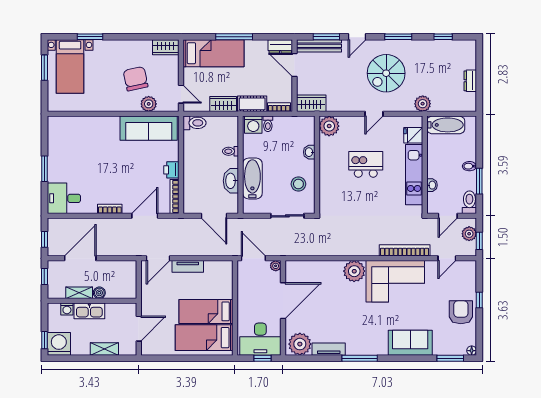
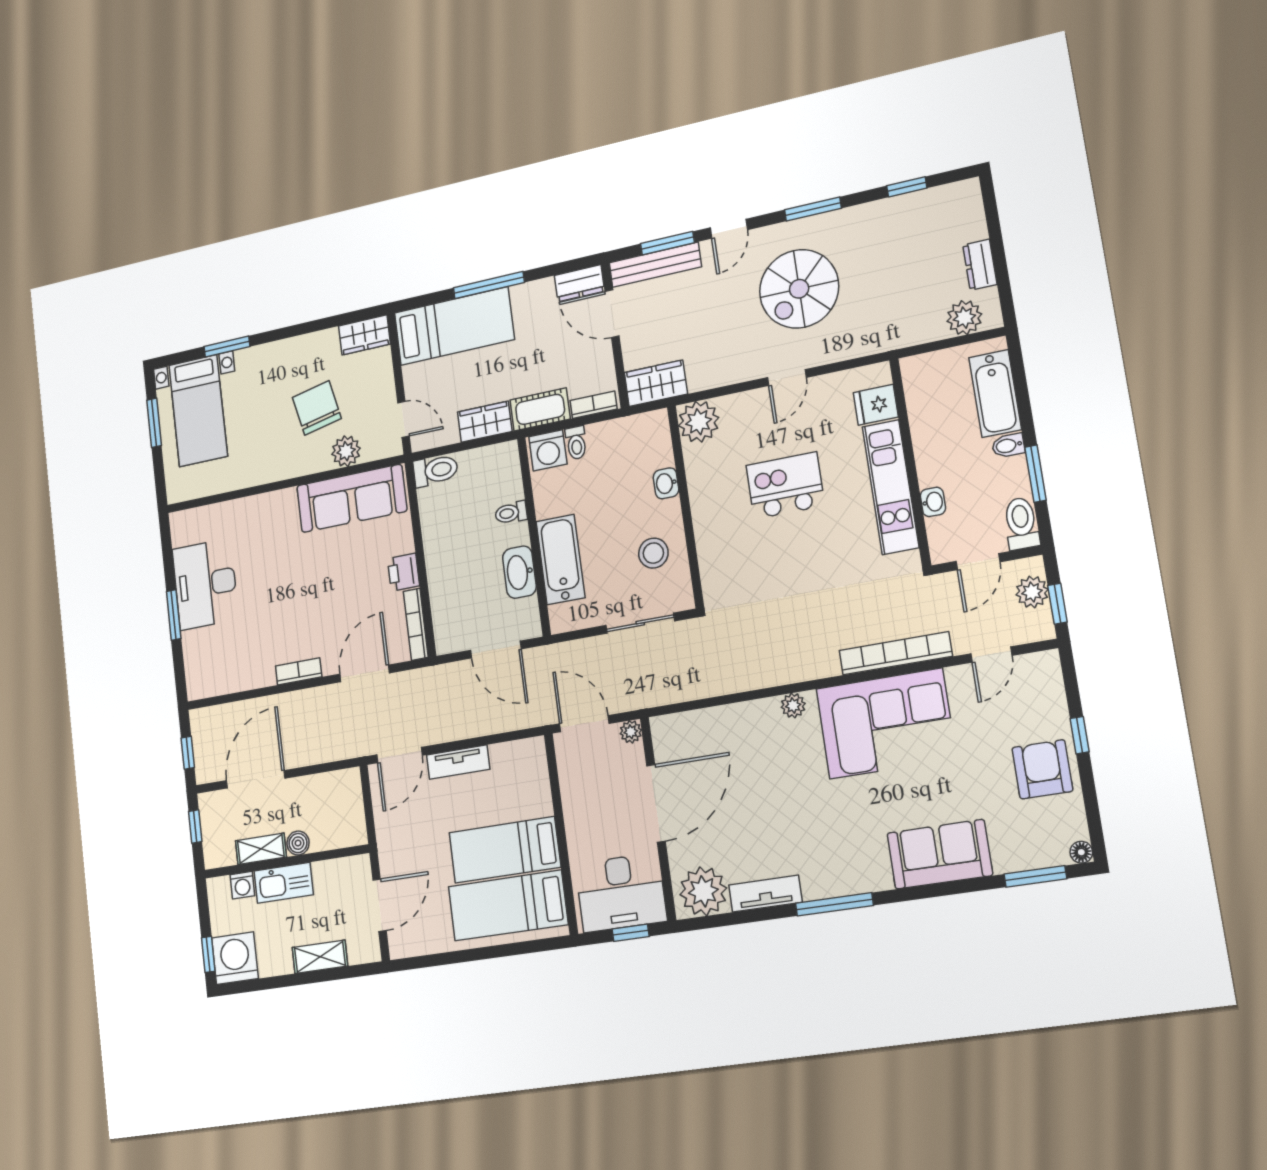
plant: (423, 104) -> (964, 318), moved
bathtub: (446, 125) -> (995, 393), moved, turned 90
desk: (64, 198) -> (205, 584), moved, width x1.37
plant: (354, 271) -> (793, 705), width x0.53, depth x0.53

